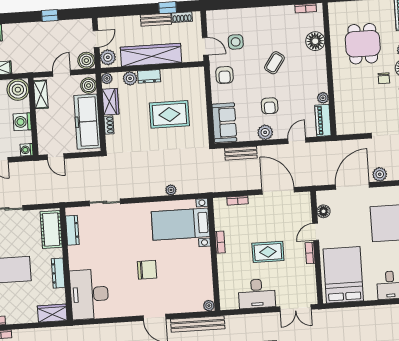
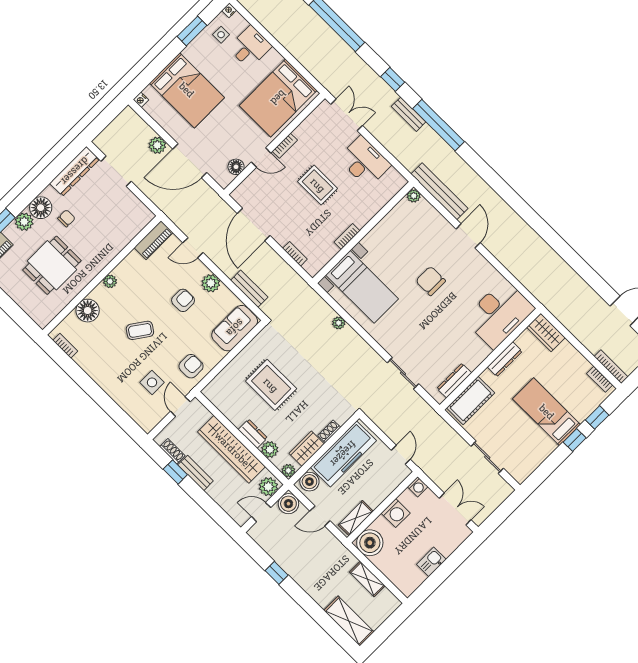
plant: (323, 98) -> (110, 281), moved

